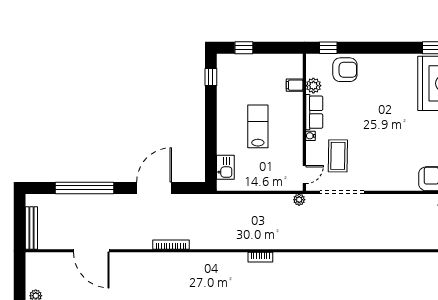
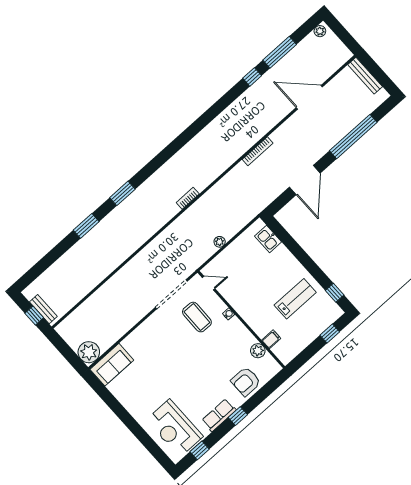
window: (328, 48) -> (238, 416), moved
row of seats: (314, 112) -> (219, 415), moved, turned 90
lab bench: (258, 126) -> (295, 299), moved, turned -90
door: (304, 175) -> (209, 283), swing flipped
plant: (299, 200) -> (220, 242), moved

